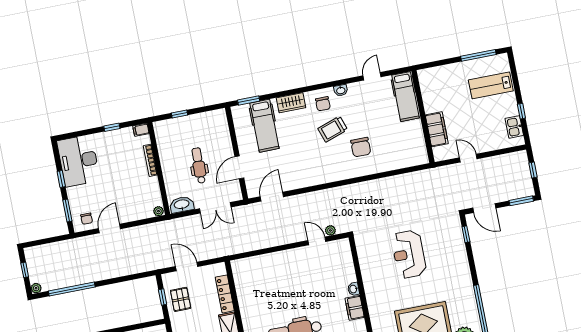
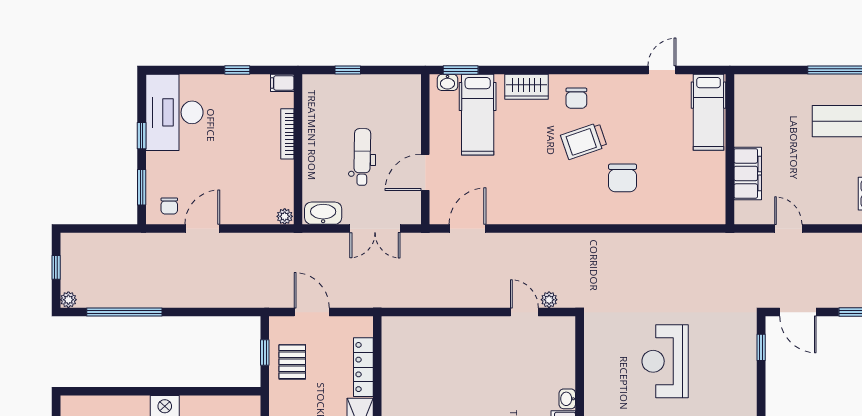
washbasin: (341, 90) -> (448, 82), moved

